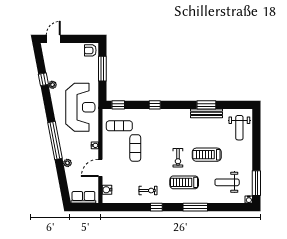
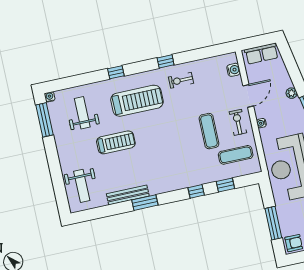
window: (118, 105) -> (225, 185), moved
window: (206, 105) -> (145, 203), moved
weight bench: (239, 128) -> (82, 186), turned 180
exercise bike: (178, 158) -> (238, 122), moved
treadmill: (184, 182) -> (137, 101), width x1.37, depth x1.38
weight bench: (227, 182) -> (82, 113), turned -90
window: (195, 207) -> (116, 72), width x0.46

